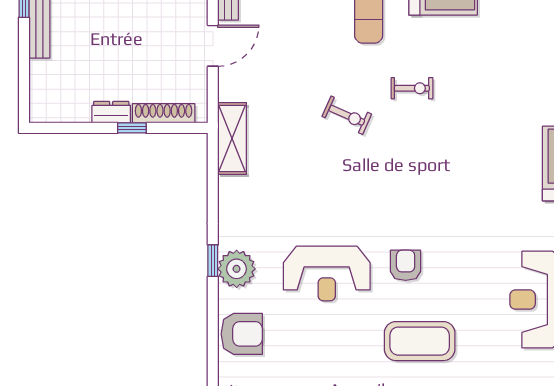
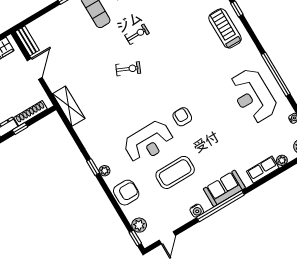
exercise bike: (347, 115) -> (128, 69), moved
plant: (237, 269) -> (105, 171), width x0.53, depth x0.53
coffee table: (420, 341) -> (175, 172), moved

